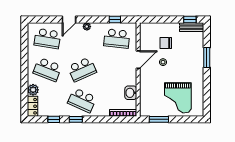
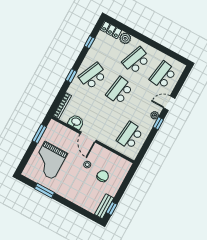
door: (69, 19) -> (169, 103), hinge flipped
window: (115, 19) -> (158, 123), moved
window: (207, 58) -> (44, 191), moved
door: (138, 60) -> (88, 137), moved
school desk: (82, 69) -> (120, 91), turned 33
grand piano: (178, 98) -> (49, 161), turned -90
window: (76, 119) -> (71, 76), moved

